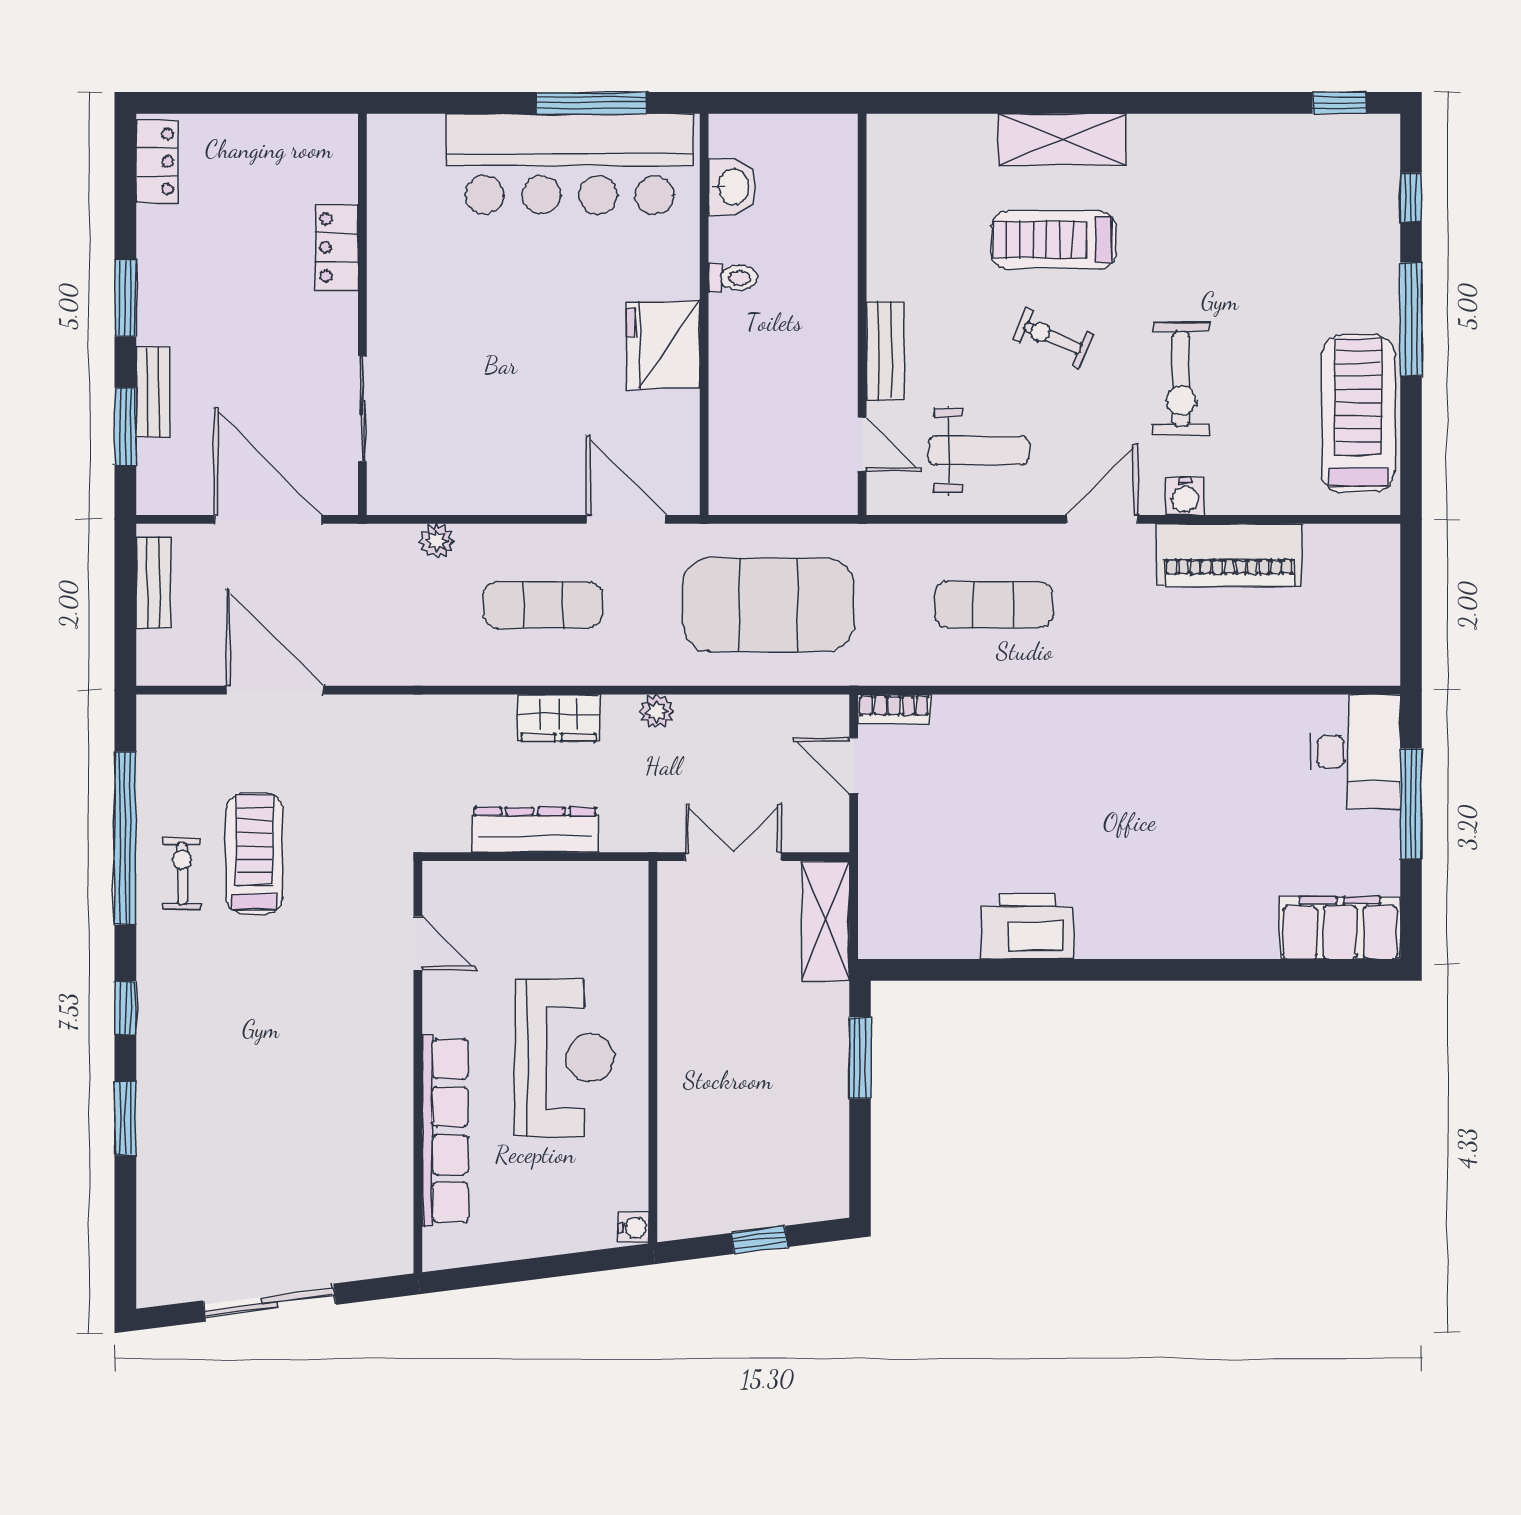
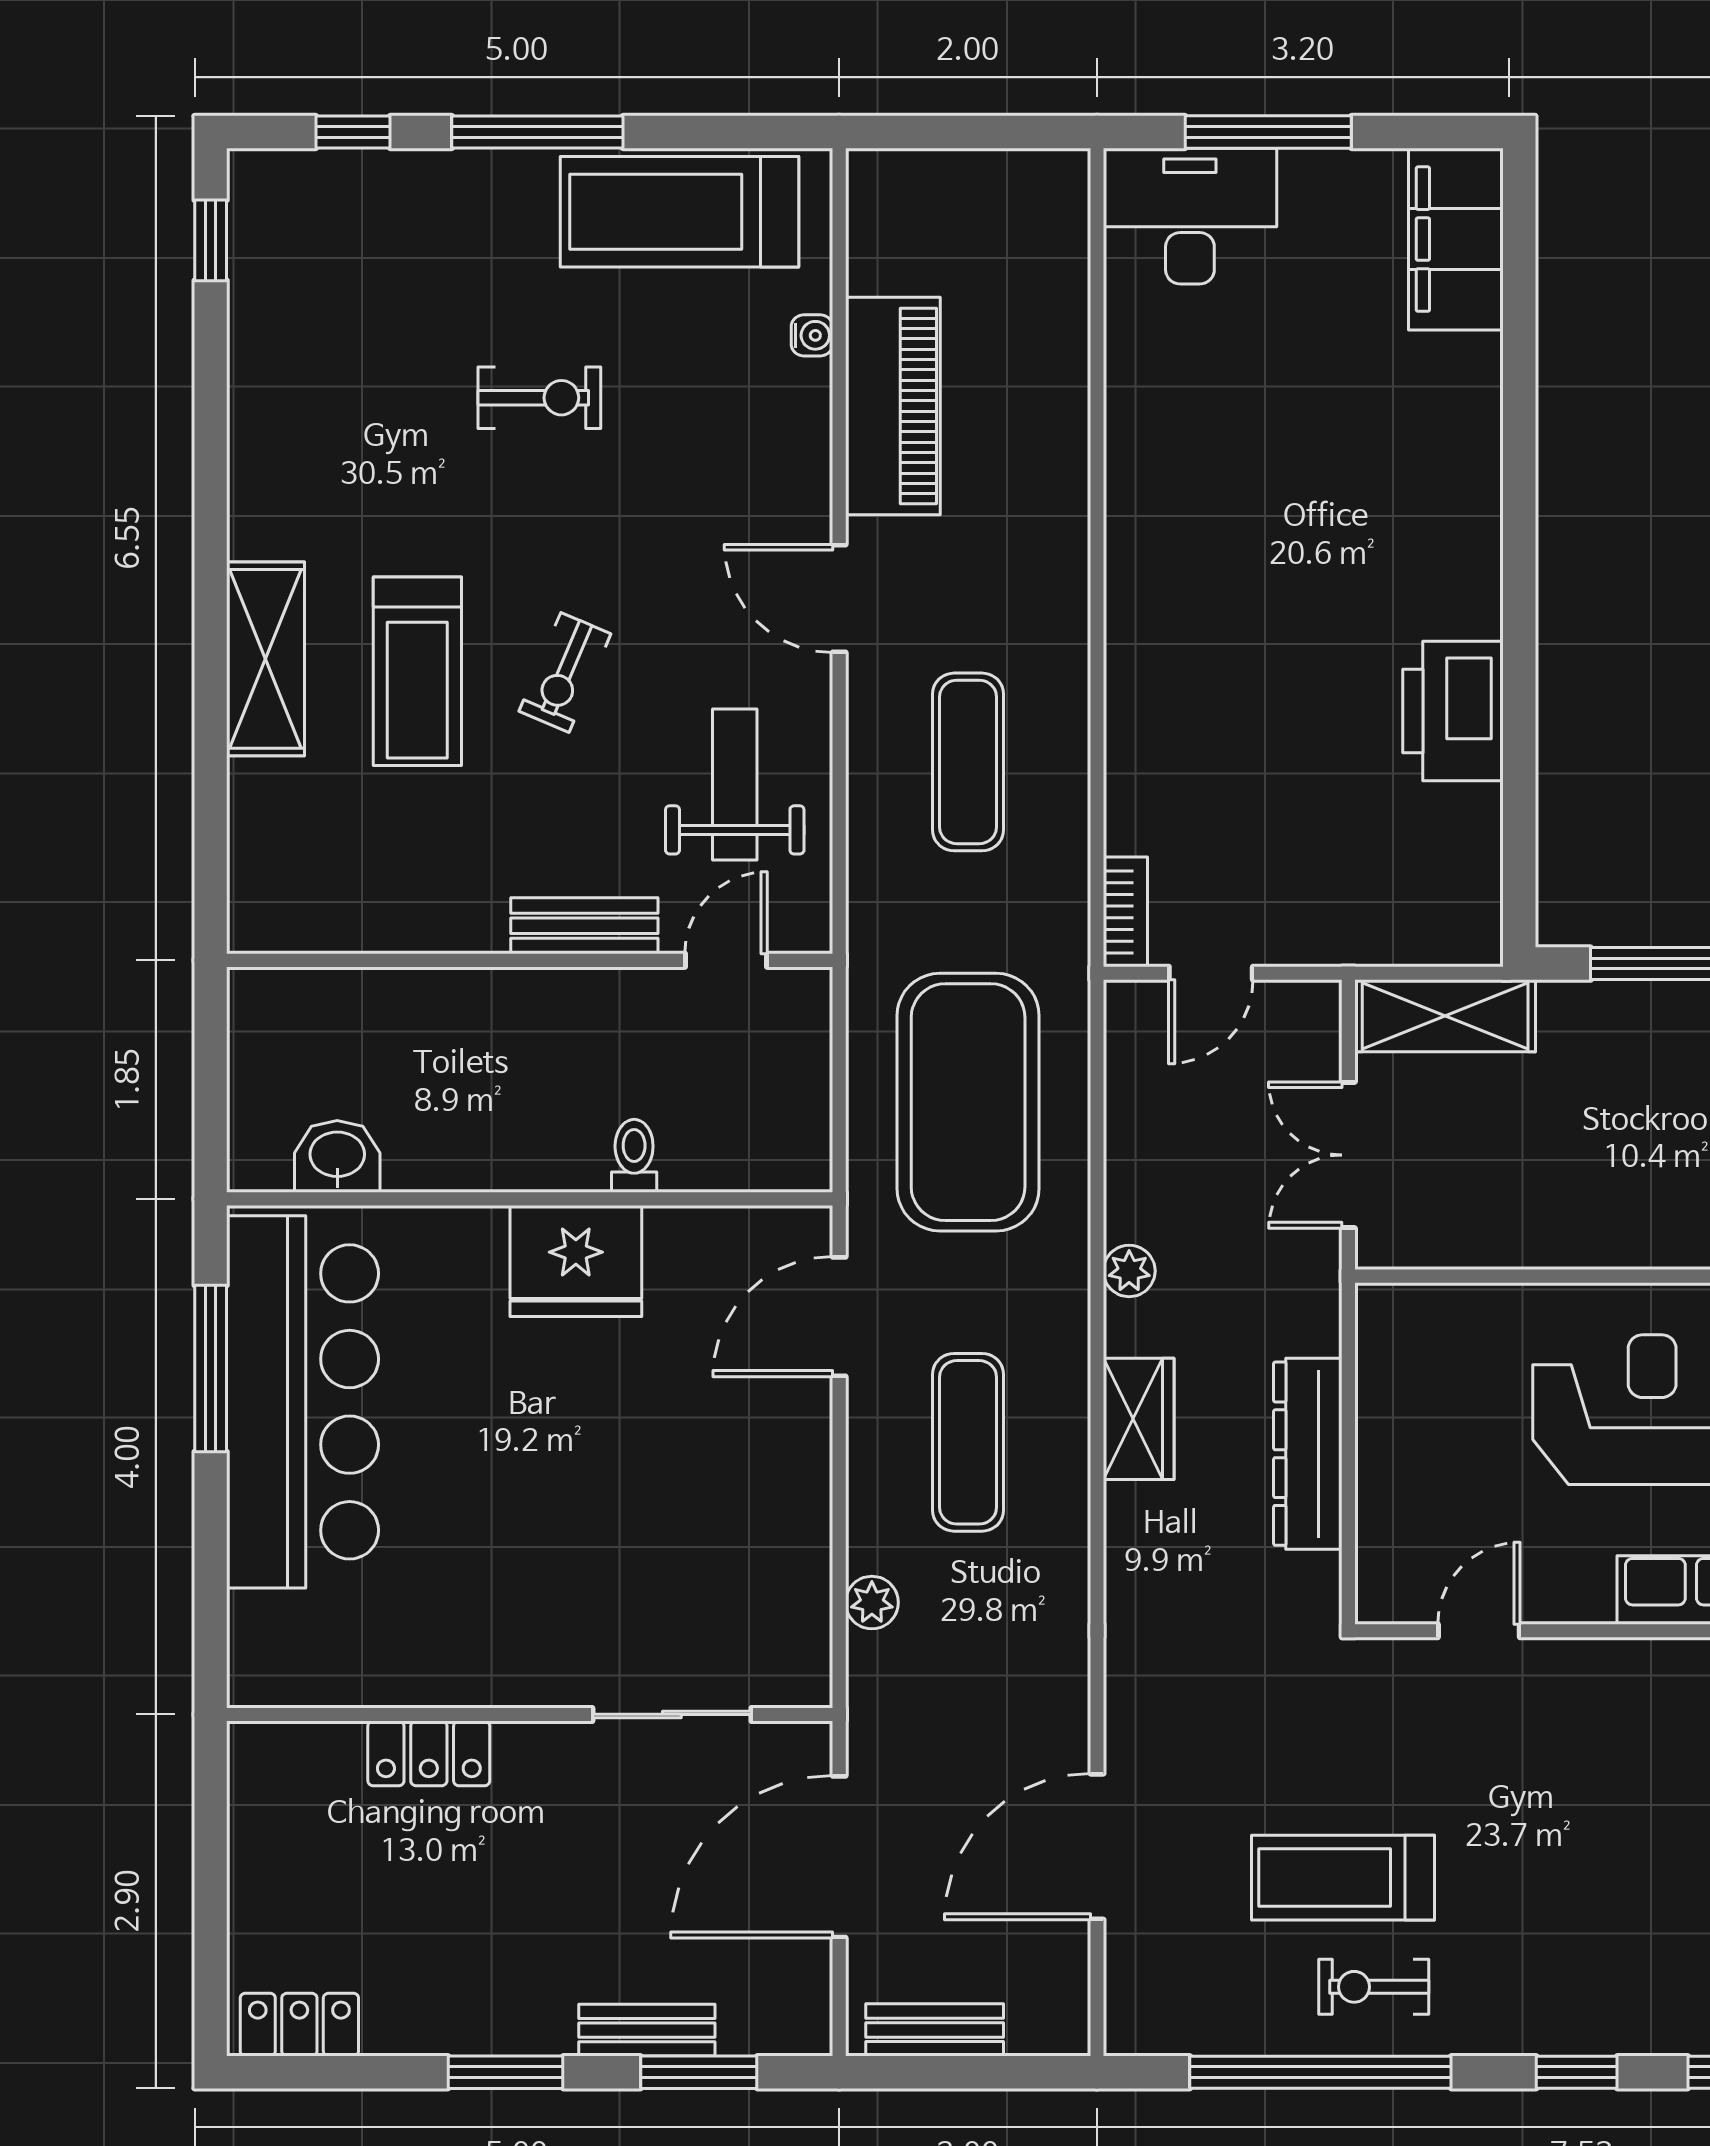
toilet: (733, 278) -> (634, 1156), moved
exercise bike: (1181, 379) -> (539, 398), moved, width x0.73, depth x0.72
water cooler: (1185, 496) -> (812, 335), moved, width x0.72, depth x0.72

